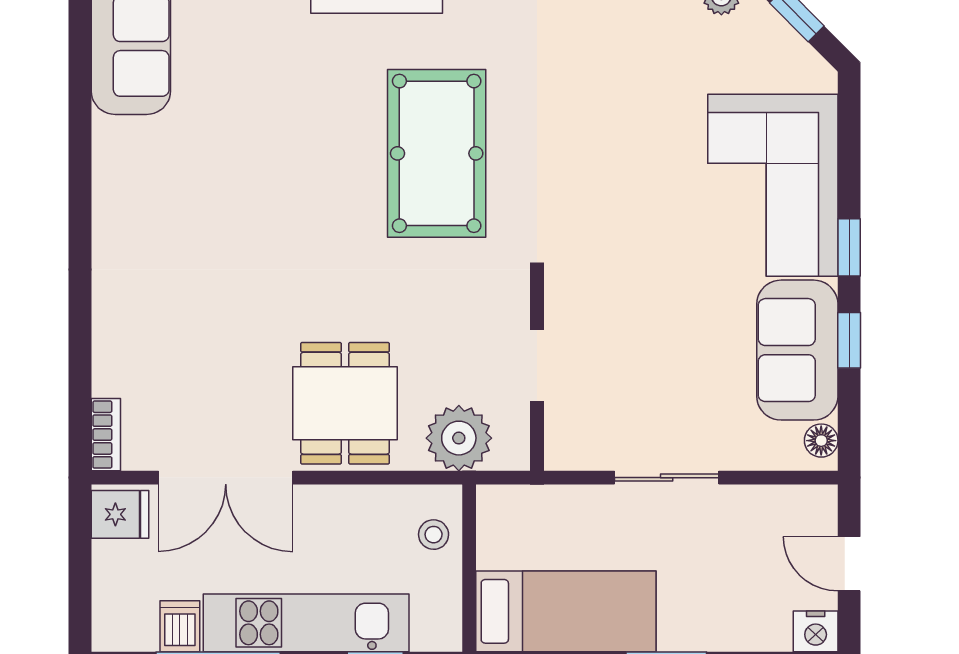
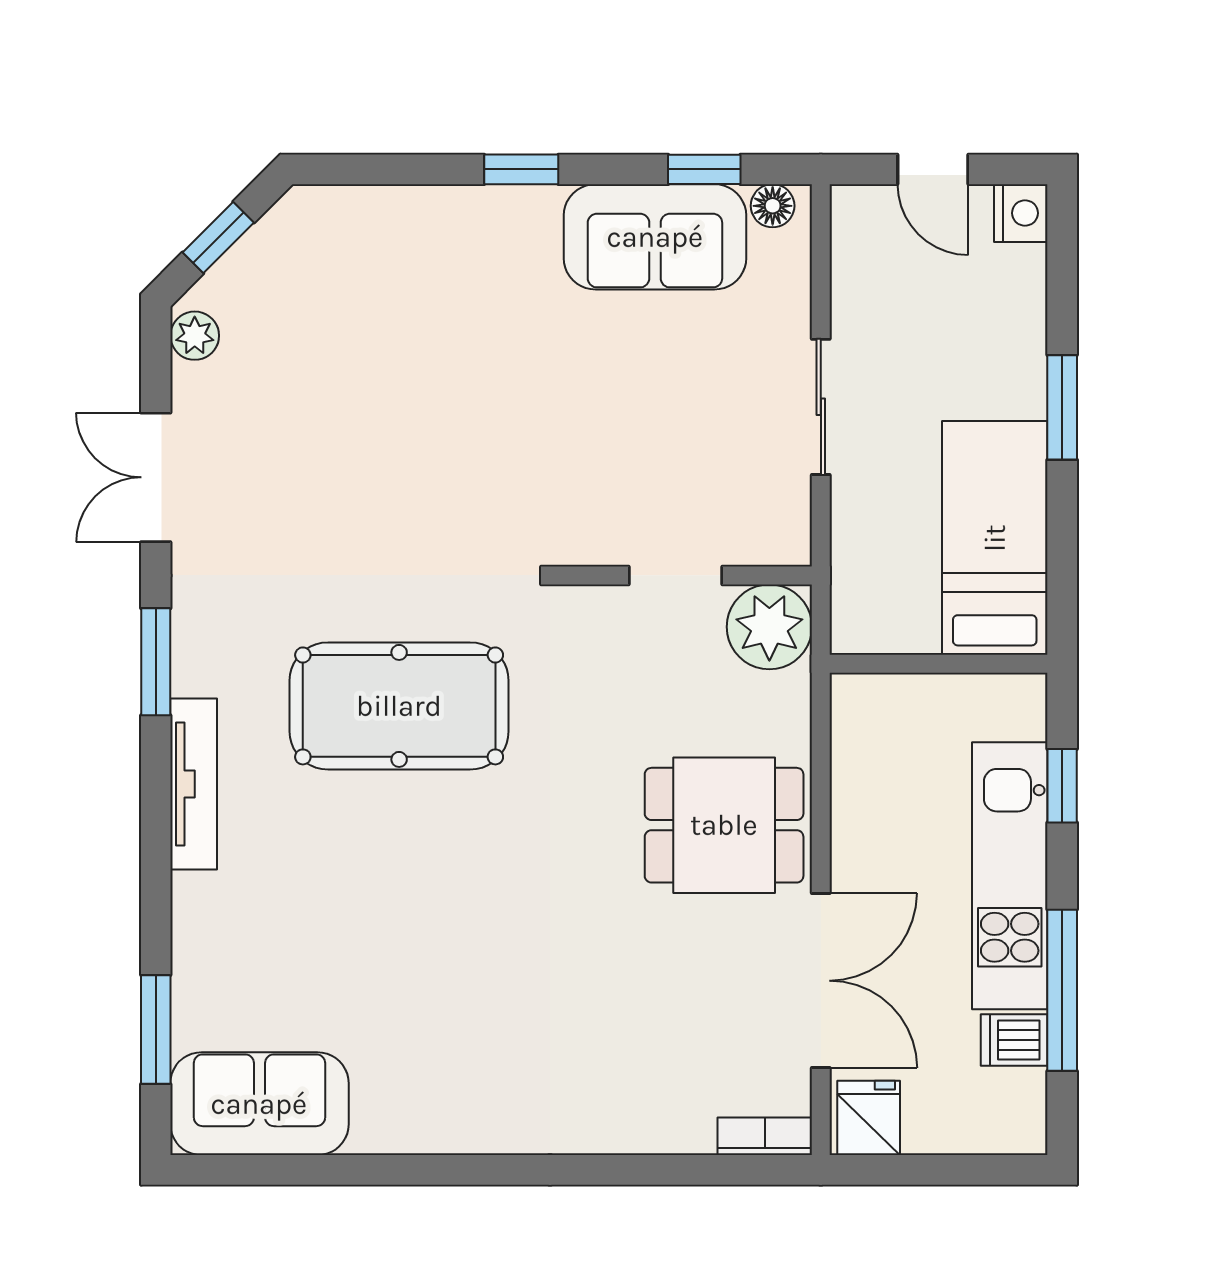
corner sofa: (773, 185) -> (440, 269), removed
window: (849, 340) -> (704, 169), moved
plant: (459, 438) -> (769, 627), moved
stool: (434, 535) -> (895, 710), removed
door: (849, 564) -> (933, 169), hinge flipped

